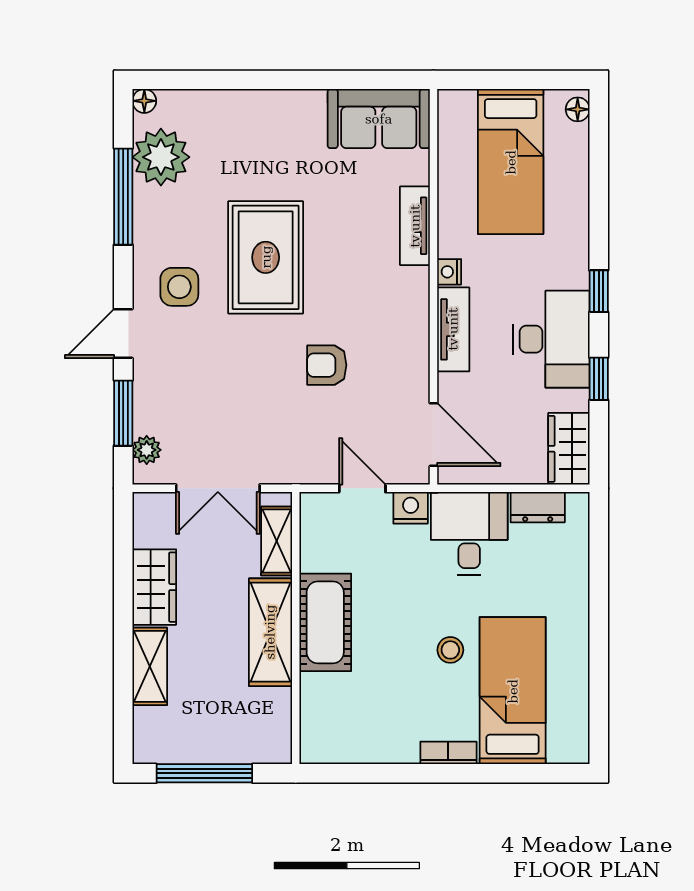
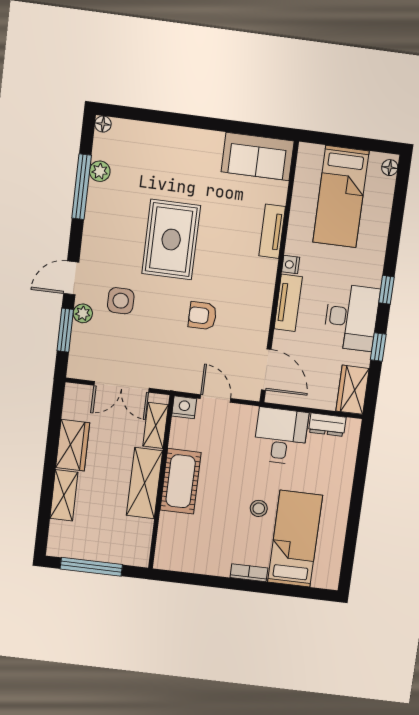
plant: (161, 157) -> (100, 171), width x0.53, depth x0.53
side table: (179, 287) -> (121, 301), moved
plant: (147, 450) -> (83, 313), moved
nightstand: (411, 508) -> (184, 407), moved

